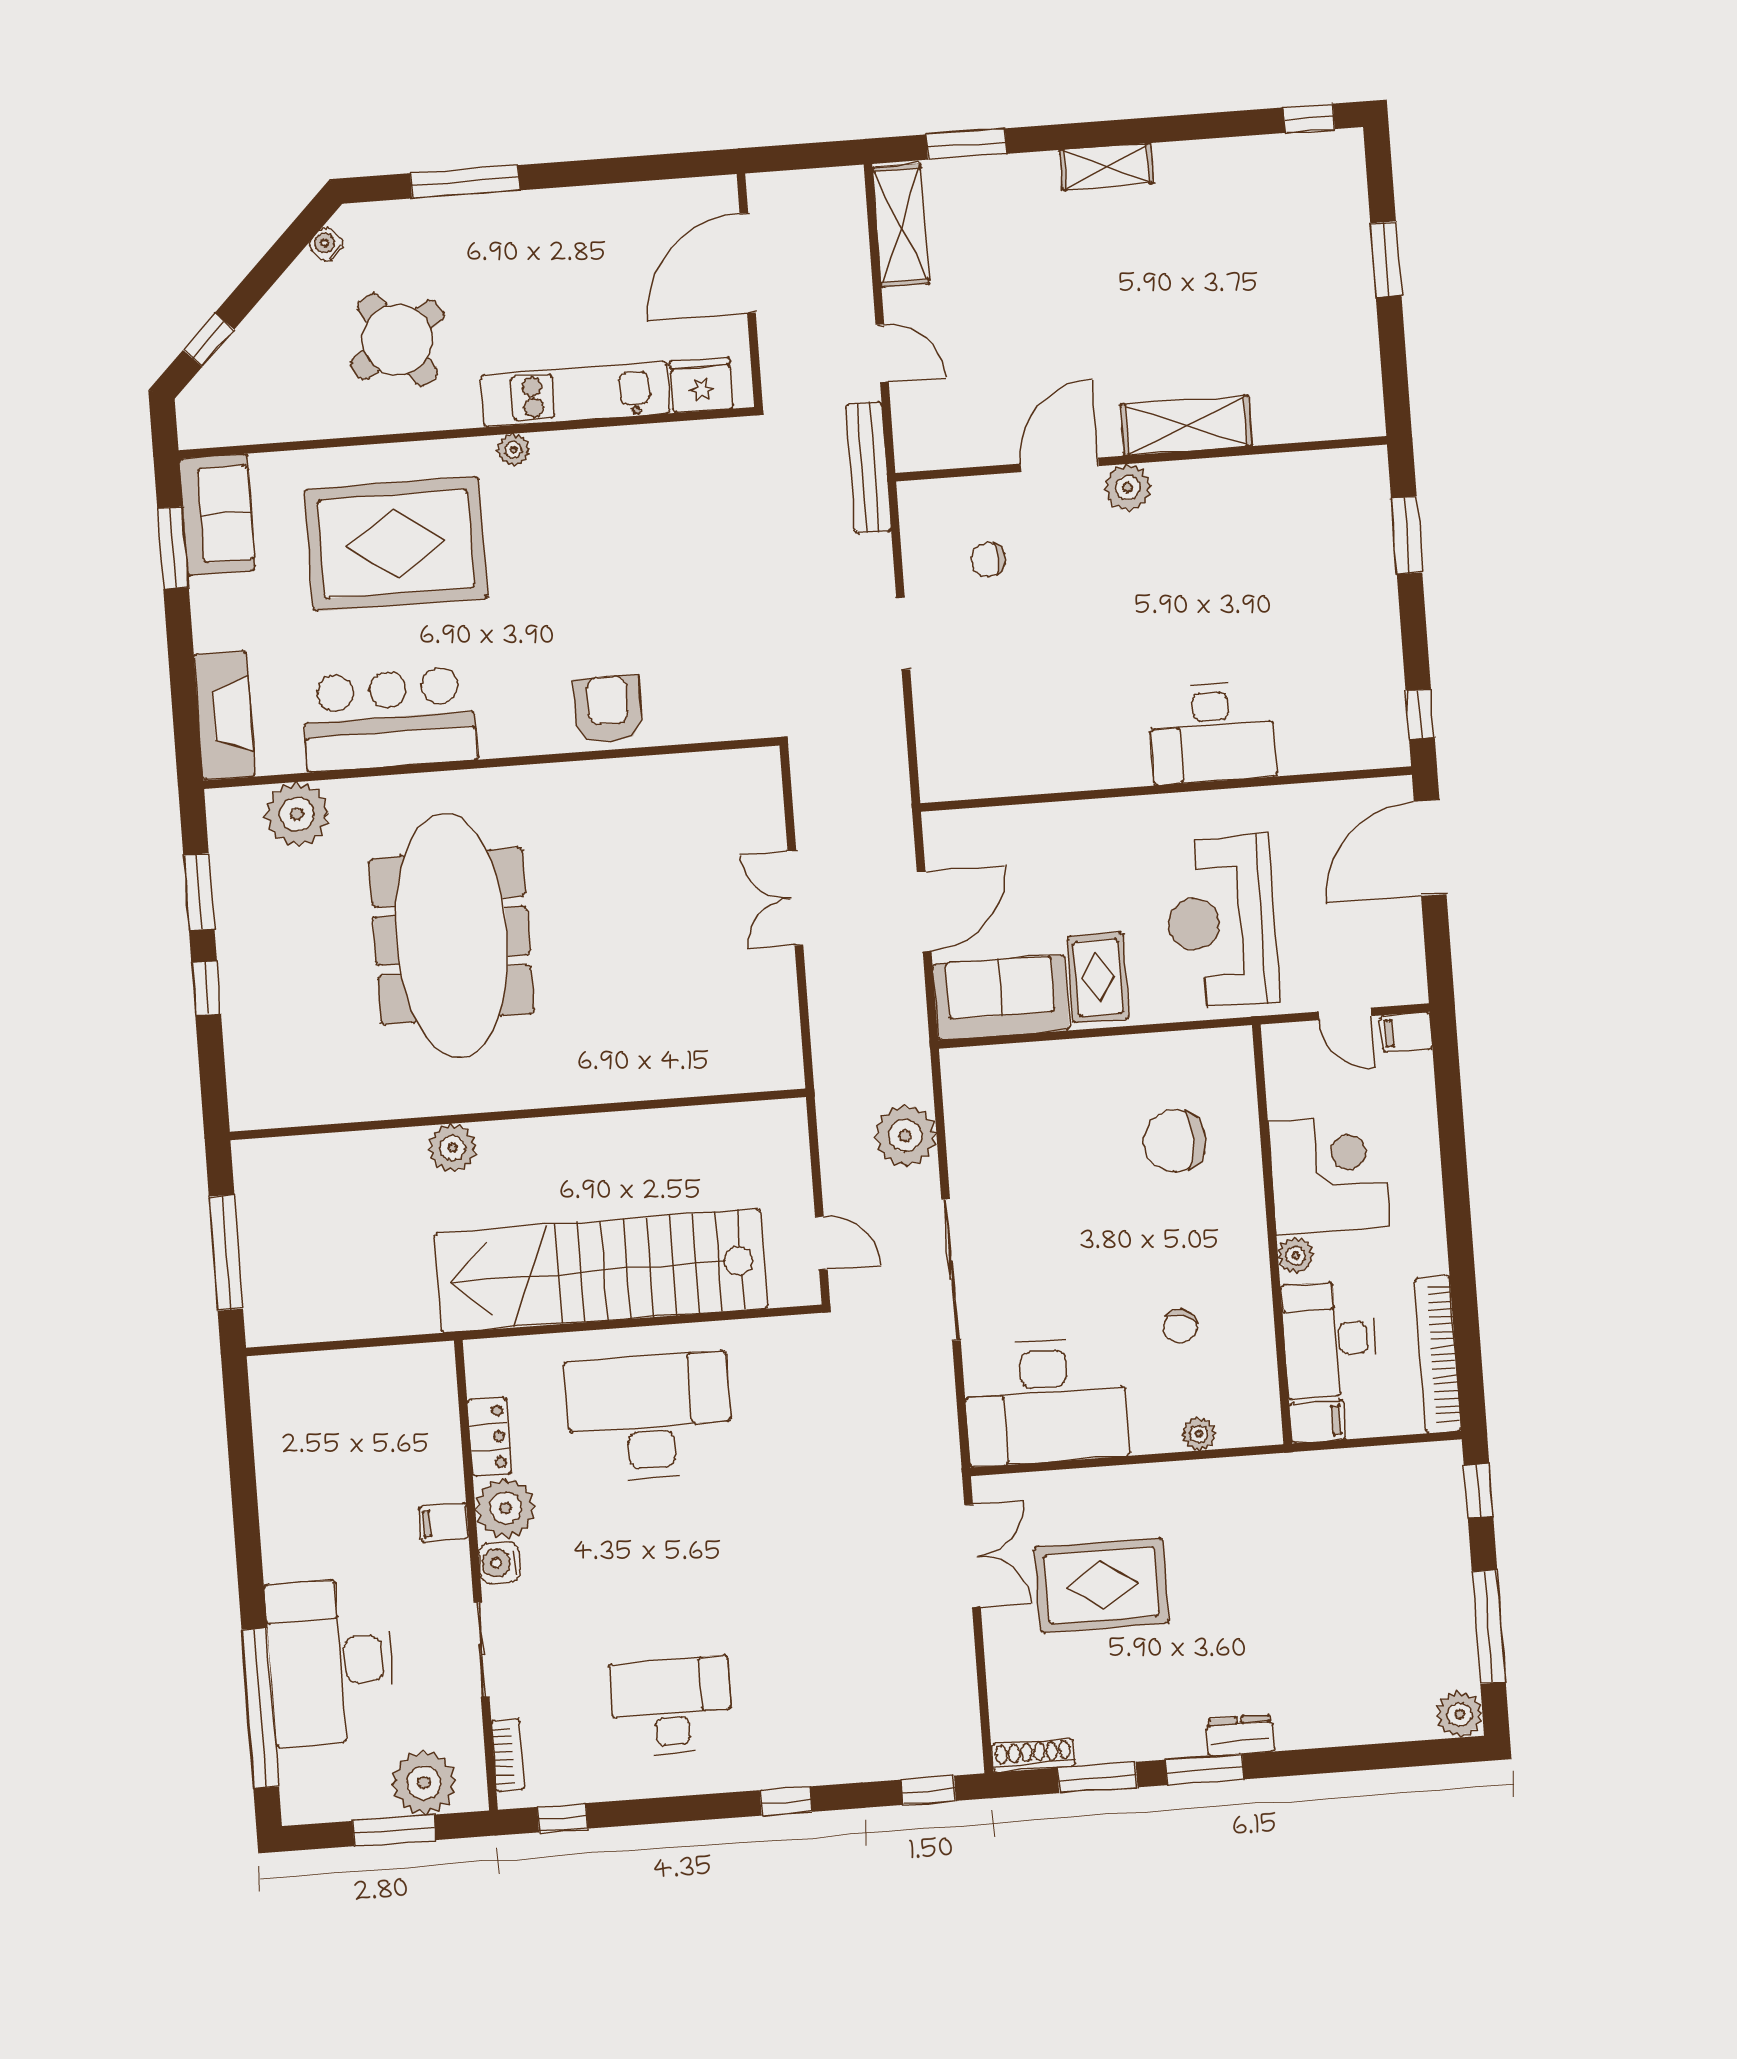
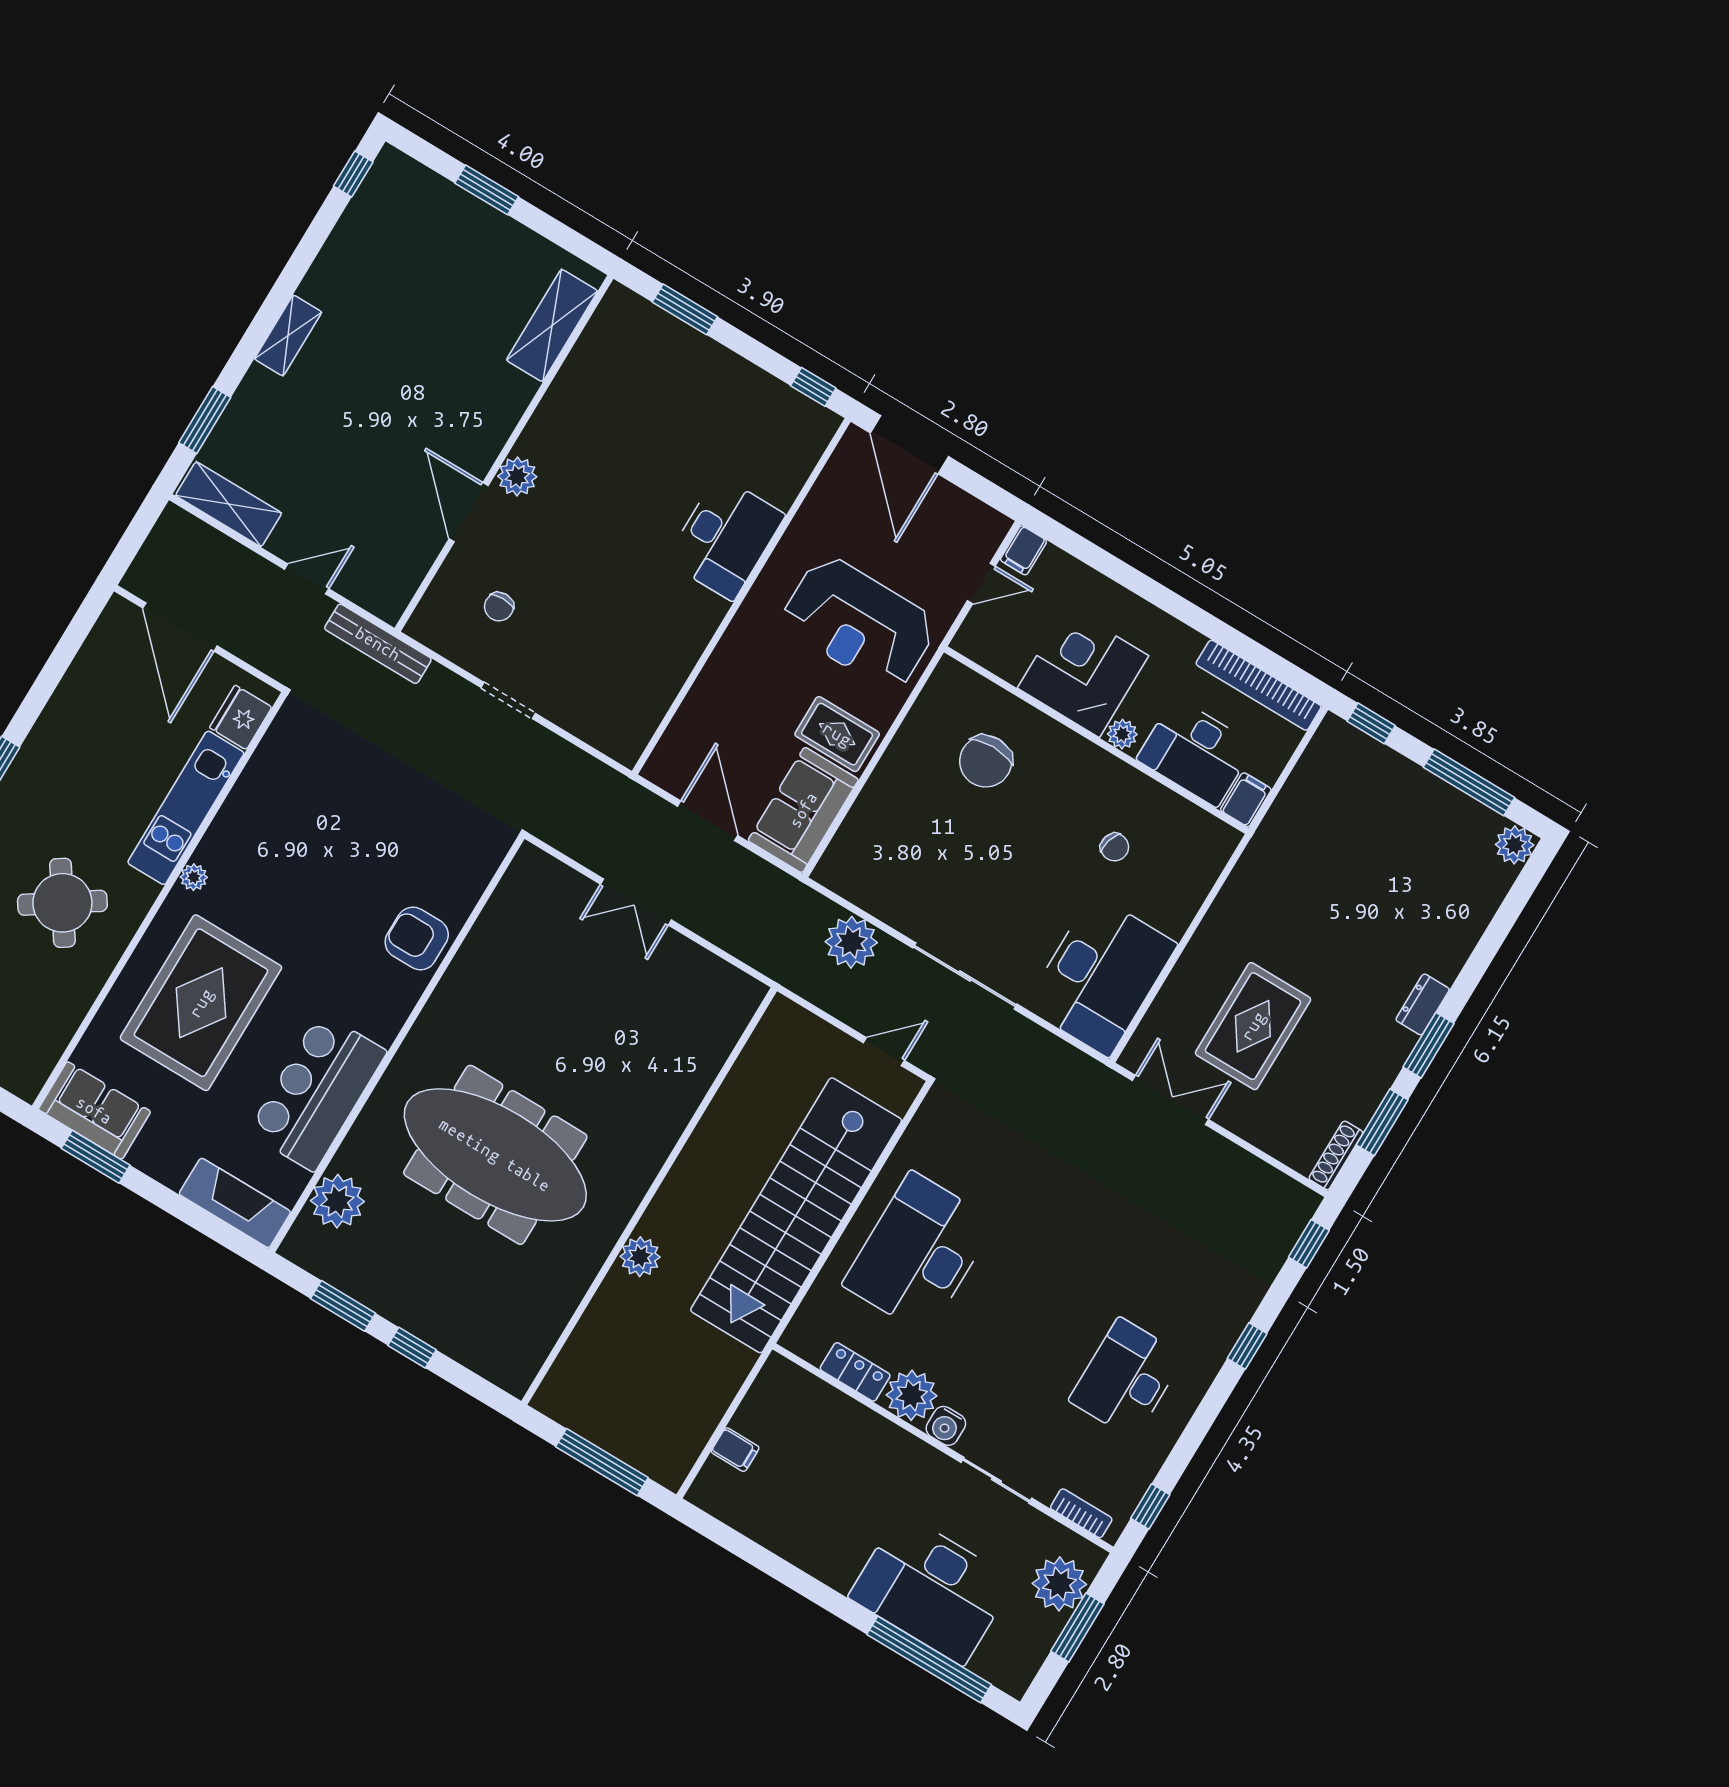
shelving: (1186, 425) -> (552, 325), moved
plant: (1199, 1434) -> (1197, 887), removed
filing cabinet: (444, 1523) -> (735, 1450), moved, turned -90

